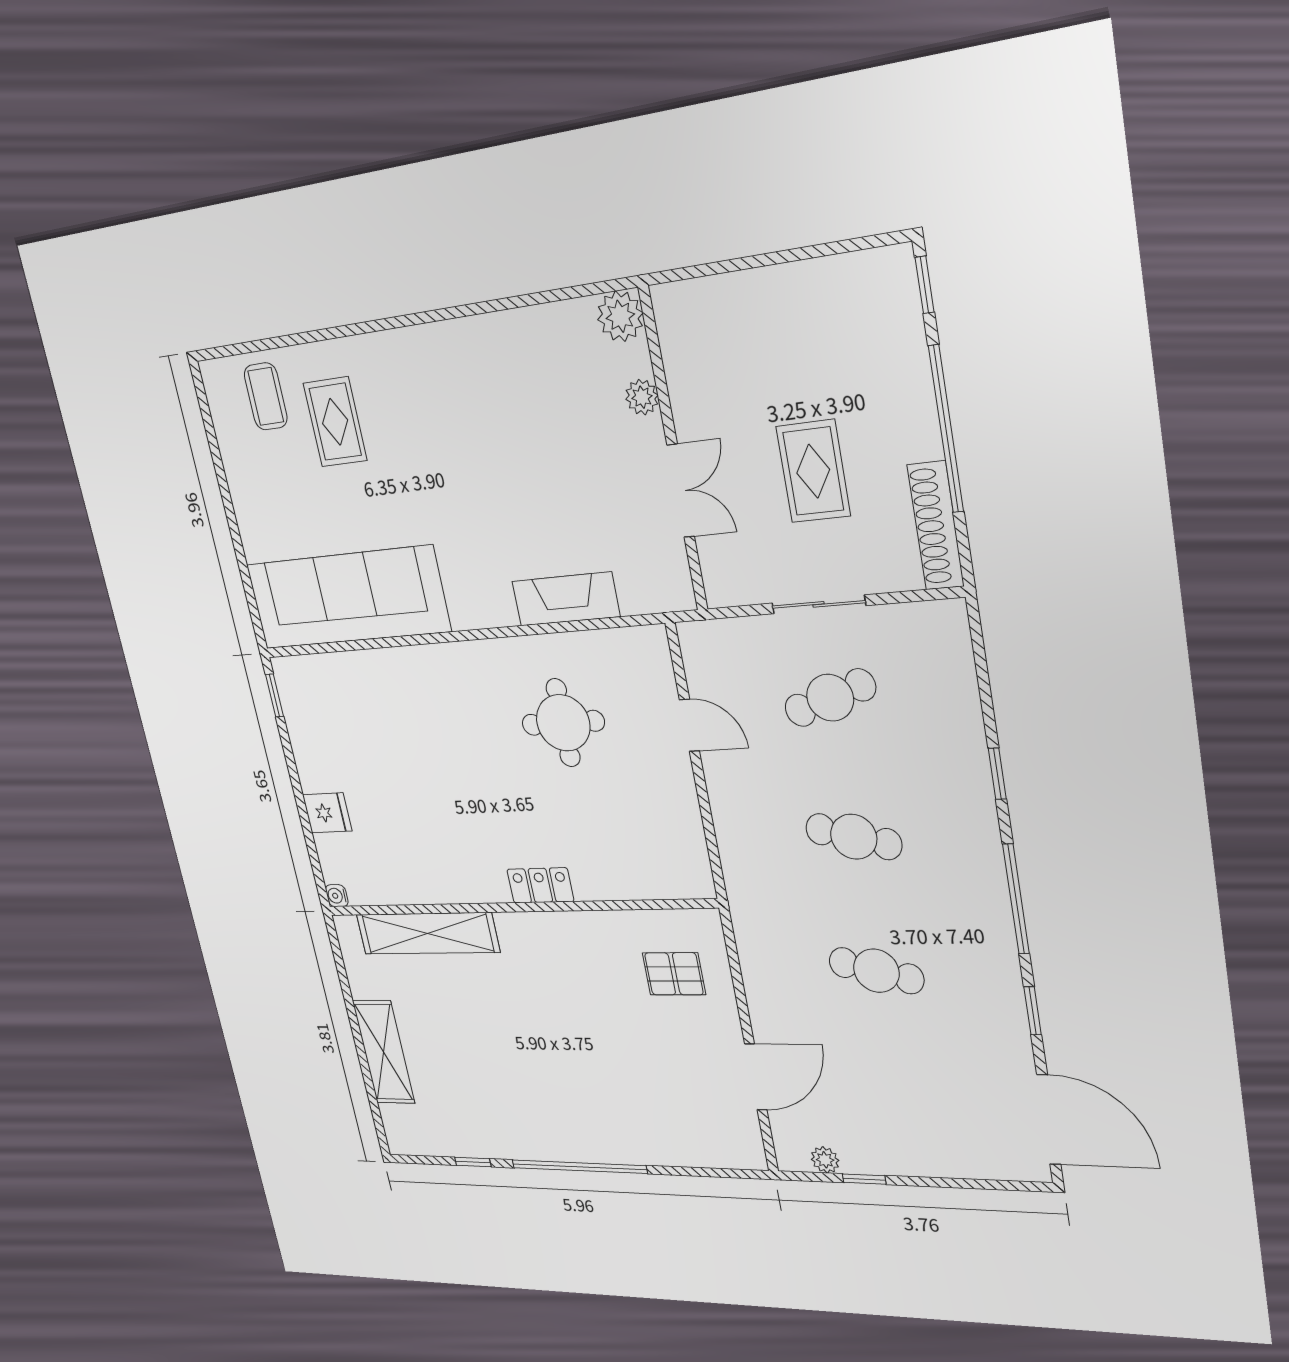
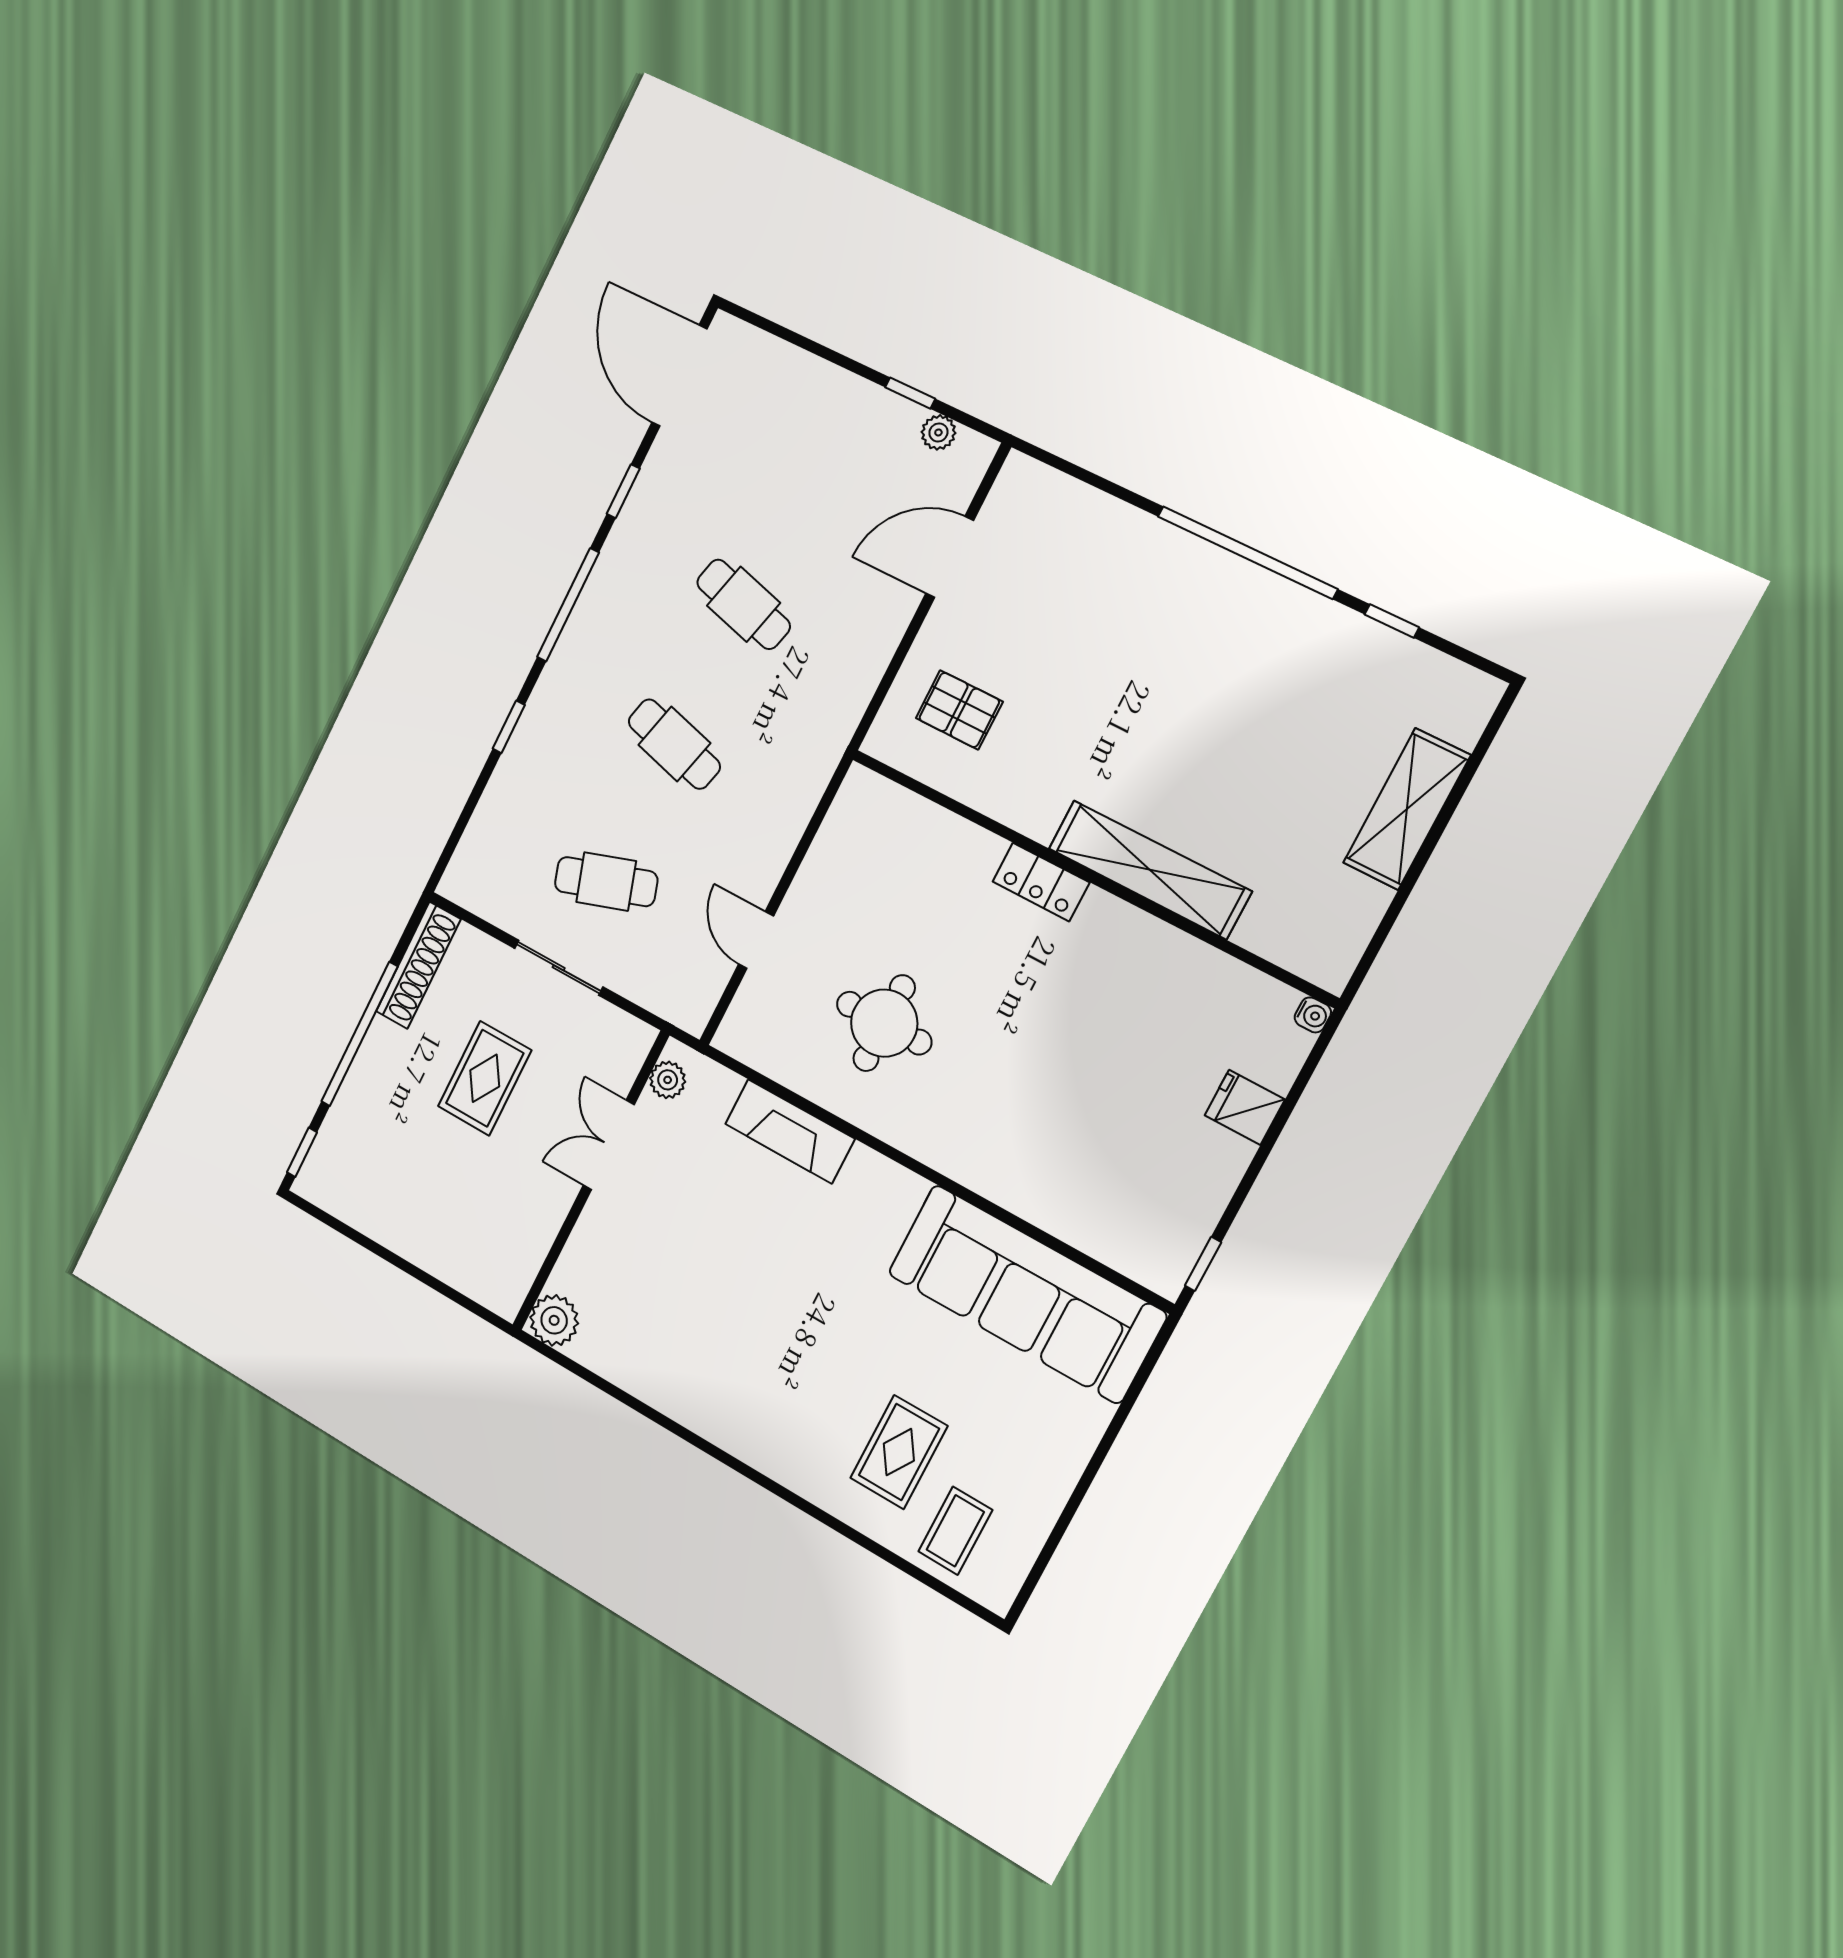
plant: (642, 397) -> (668, 1080), moved
shelving: (427, 933) -> (1150, 870), moved

